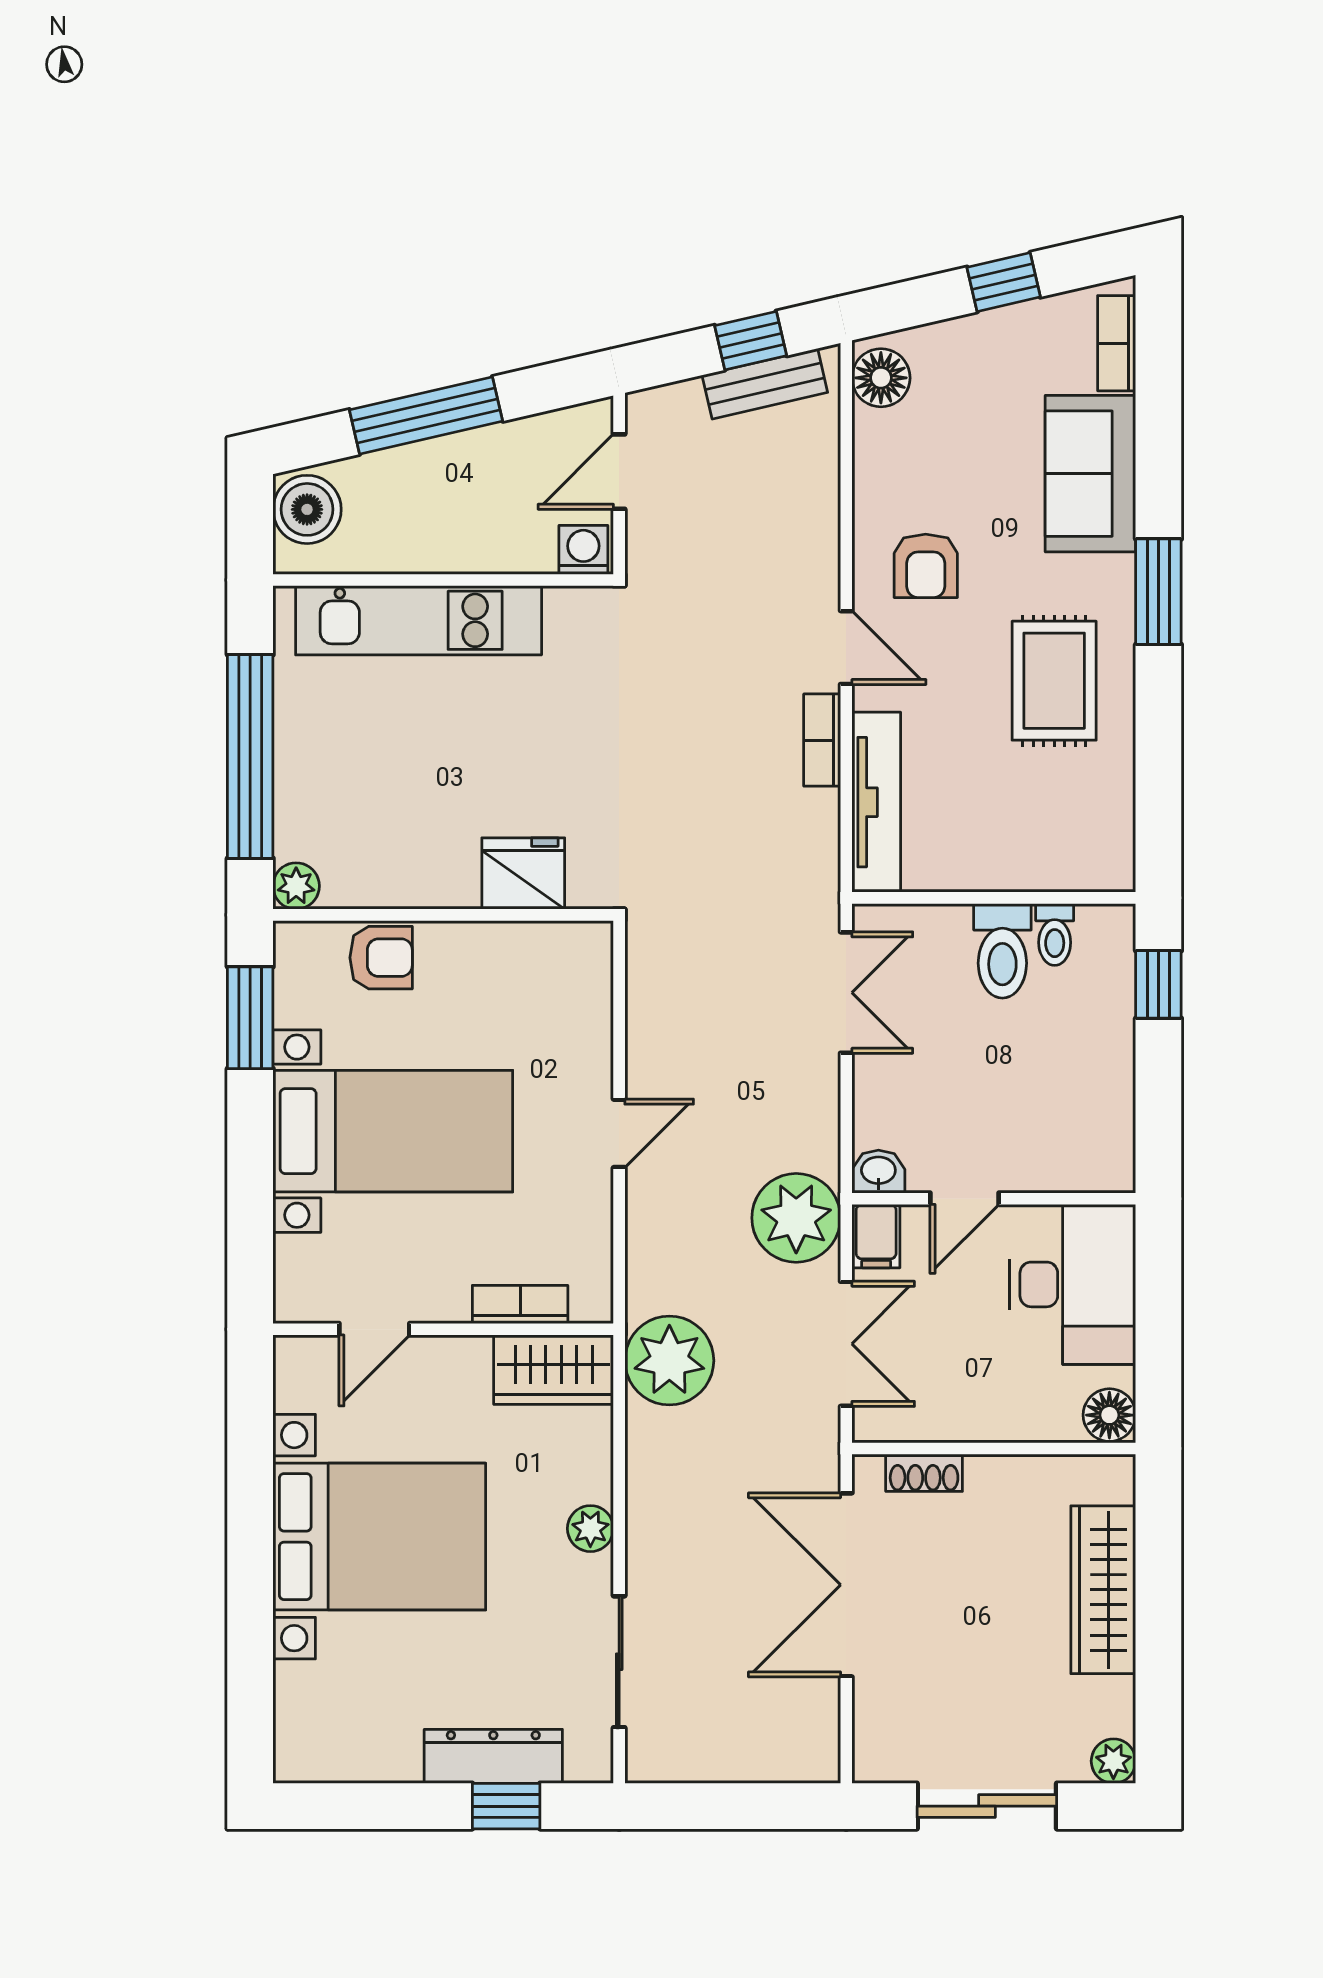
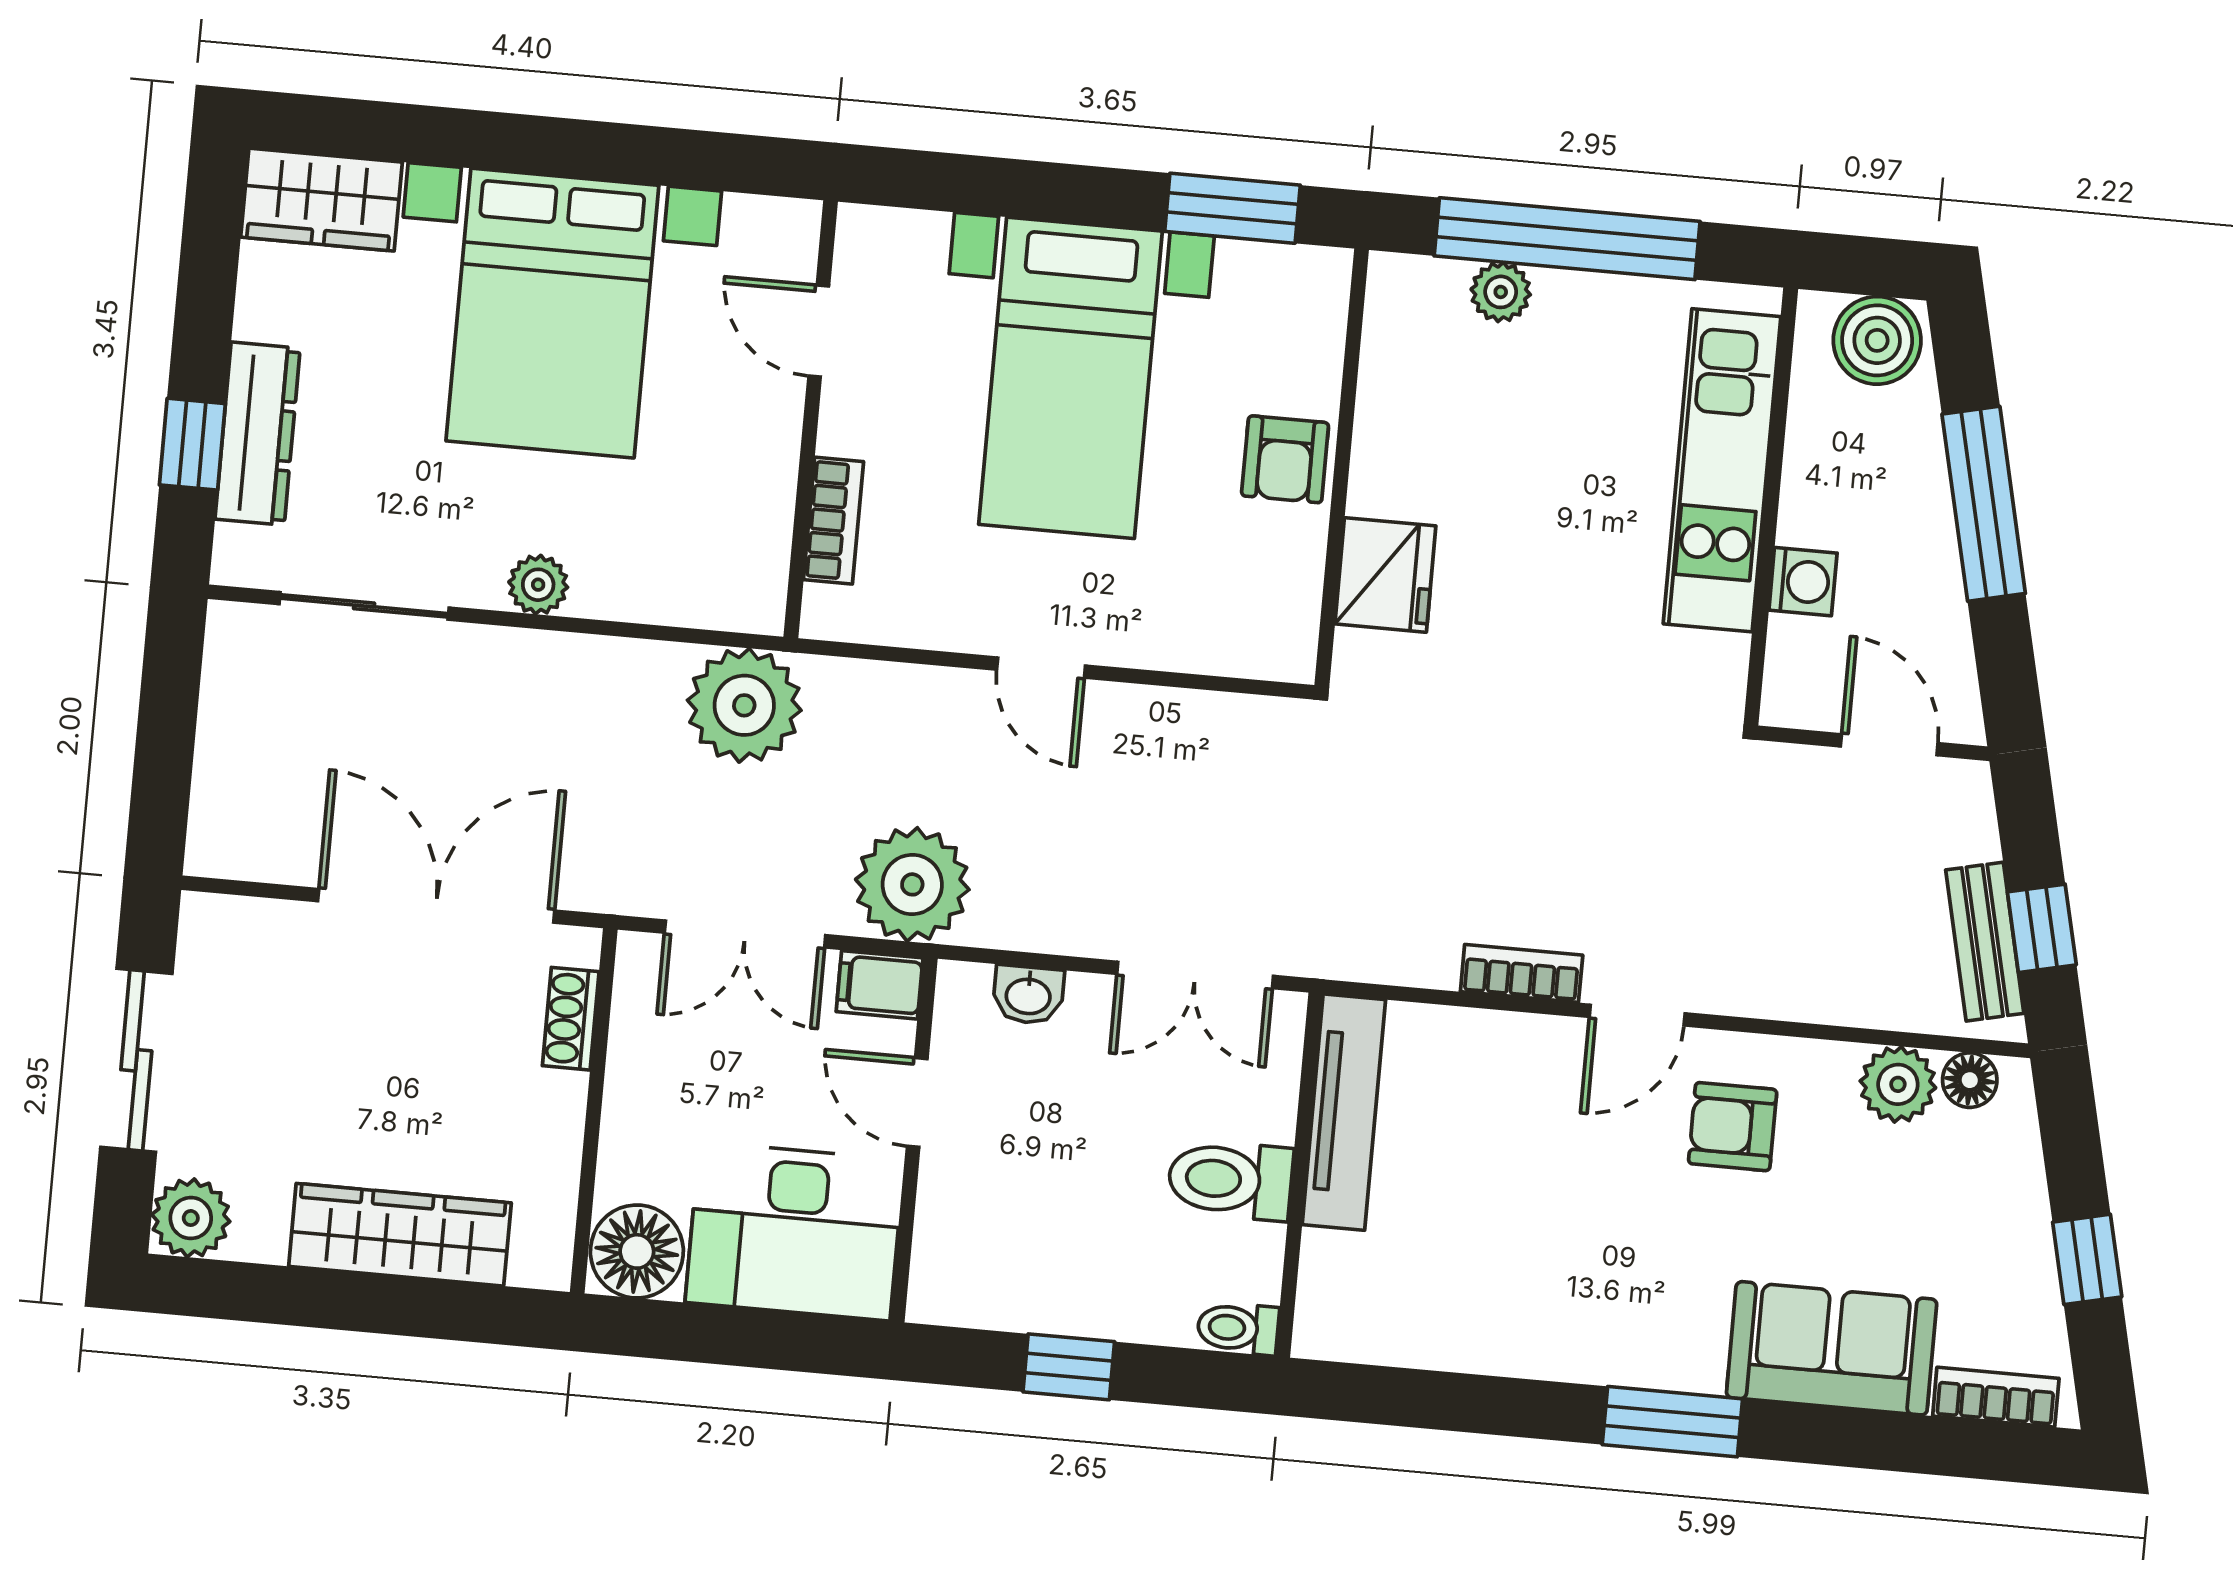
floor lamp: (881, 378) -> (1970, 1080), width x0.73, depth x0.73
plant: (881, 441) -> (1898, 1084), added
washing machine: (583, 550) -> (1803, 582), moved
rug: (1054, 681) -> (1570, 1278), removed
tv unit: (876, 802) -> (1344, 1112), moved, turned -90
plant: (296, 886) -> (1501, 292), moved
toilet: (1055, 934) -> (1238, 1328), moved
armchair: (381, 958) -> (1285, 459), moved
window: (1158, 984) -> (1069, 1367), moved
washbasin: (878, 1172) -> (1028, 995), moved, turned 90
wardrobe: (554, 1370) -> (321, 200), moved, turned -90
floor lamp: (1109, 1415) -> (637, 1251), width x1.38, depth x1.38
plant: (1113, 1761) -> (191, 1218), width x1.38, depth x1.38

